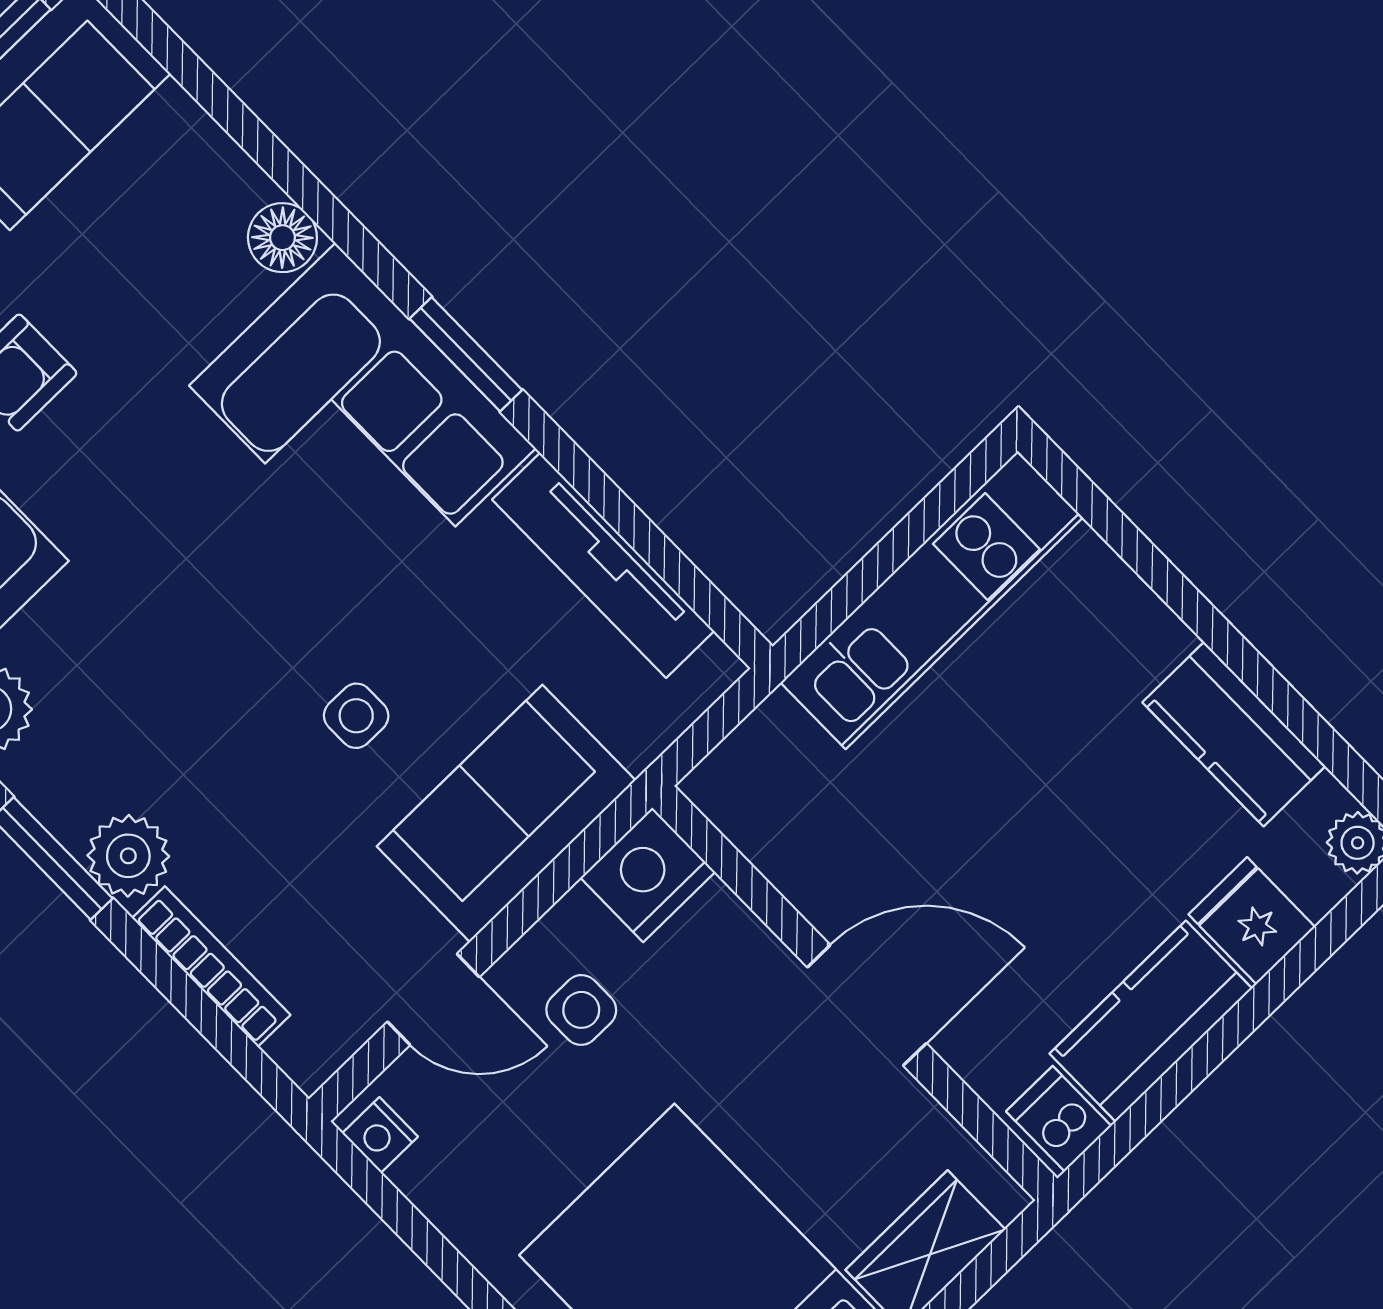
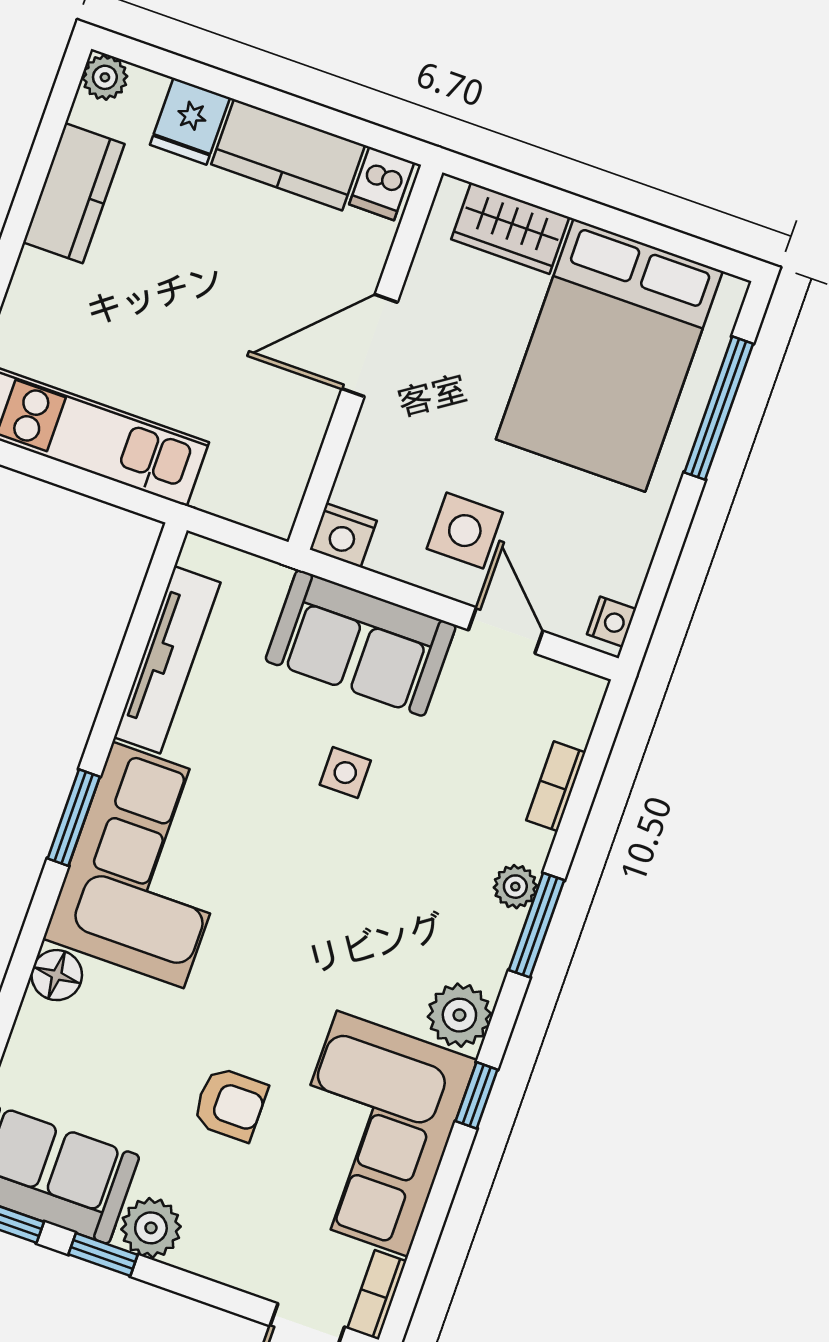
plant: (128, 856) -> (515, 887), width x0.73, depth x0.73
nightstand: (648, 875) -> (343, 535), width x0.74, depth x0.75
bookcase: (211, 966) -> (556, 786), width x0.64
door: (867, 1005) -> (370, 345), hinge flipped
side table: (581, 1010) -> (465, 531), width x1.37, depth x1.37

